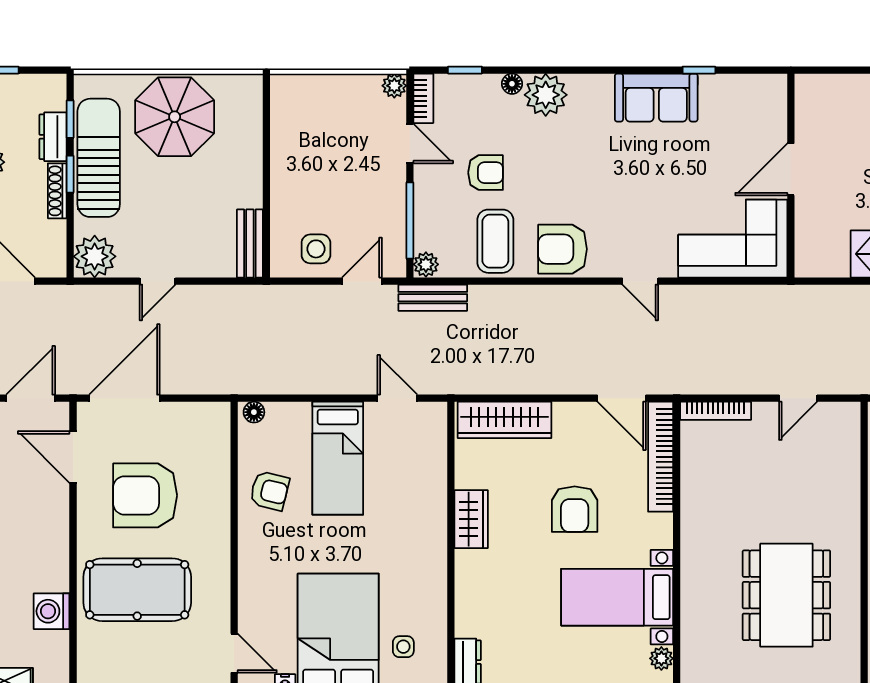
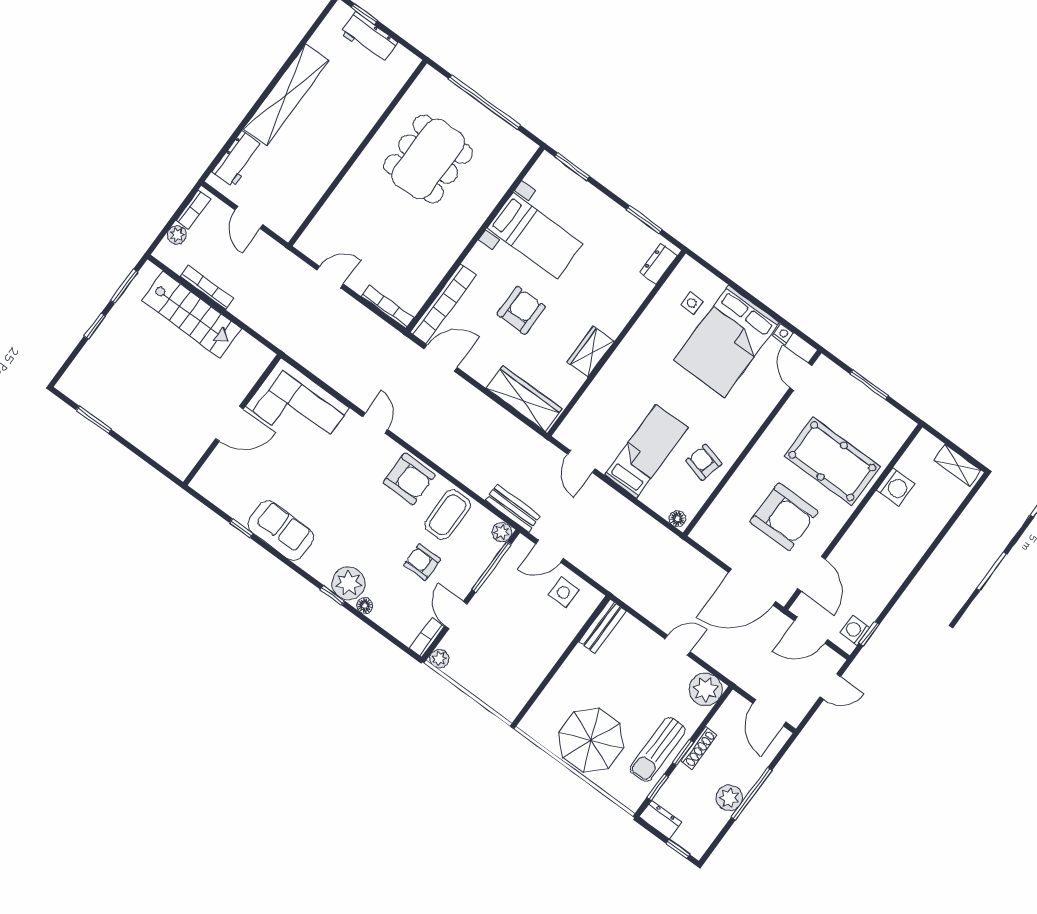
window: (465, 70) -> (333, 595), moved
dresser: (53, 137) -> (660, 820), moved, turned -90
sun lounger: (99, 158) -> (658, 749), width x0.73, depth x0.75
door: (622, 398) -> (441, 358), hinge flipped
plant: (661, 658) -> (536, 177), removed

